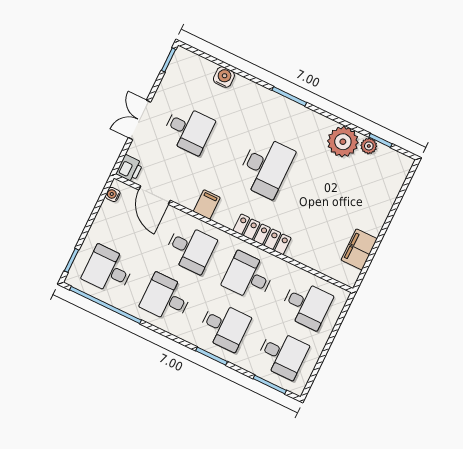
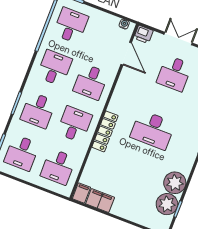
plant: (369, 146) -> (167, 204), width x1.88, depth x1.88
door: (155, 195) -> (126, 54), swing flipped
filing cabinet: (207, 204) -> (81, 193), moved, turned -90

